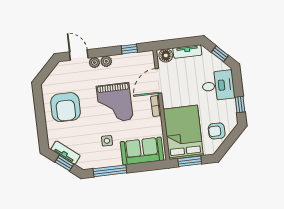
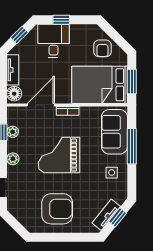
plant: (94, 63) -> (13, 132), moved
door: (158, 81) -> (41, 105), swing flipped
grand piano: (115, 103) -> (59, 155), turned 180
window: (240, 104) -> (61, 20), moved
side table: (107, 141) -> (112, 173), moved
window: (110, 171) -> (132, 146), moved

